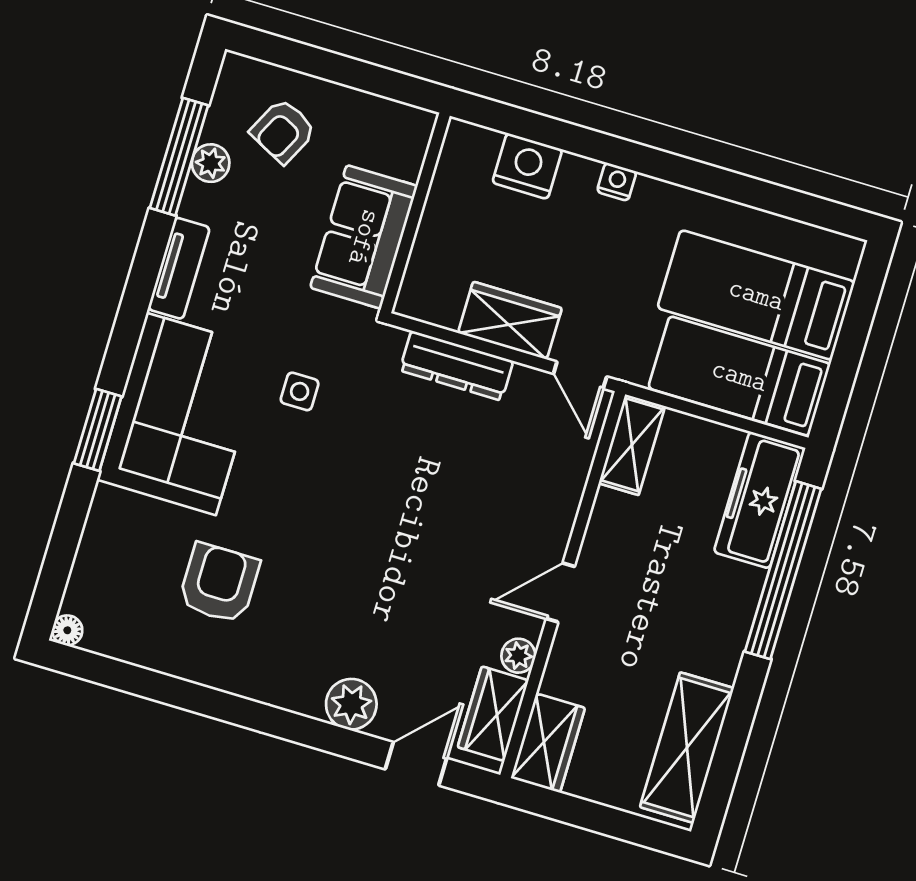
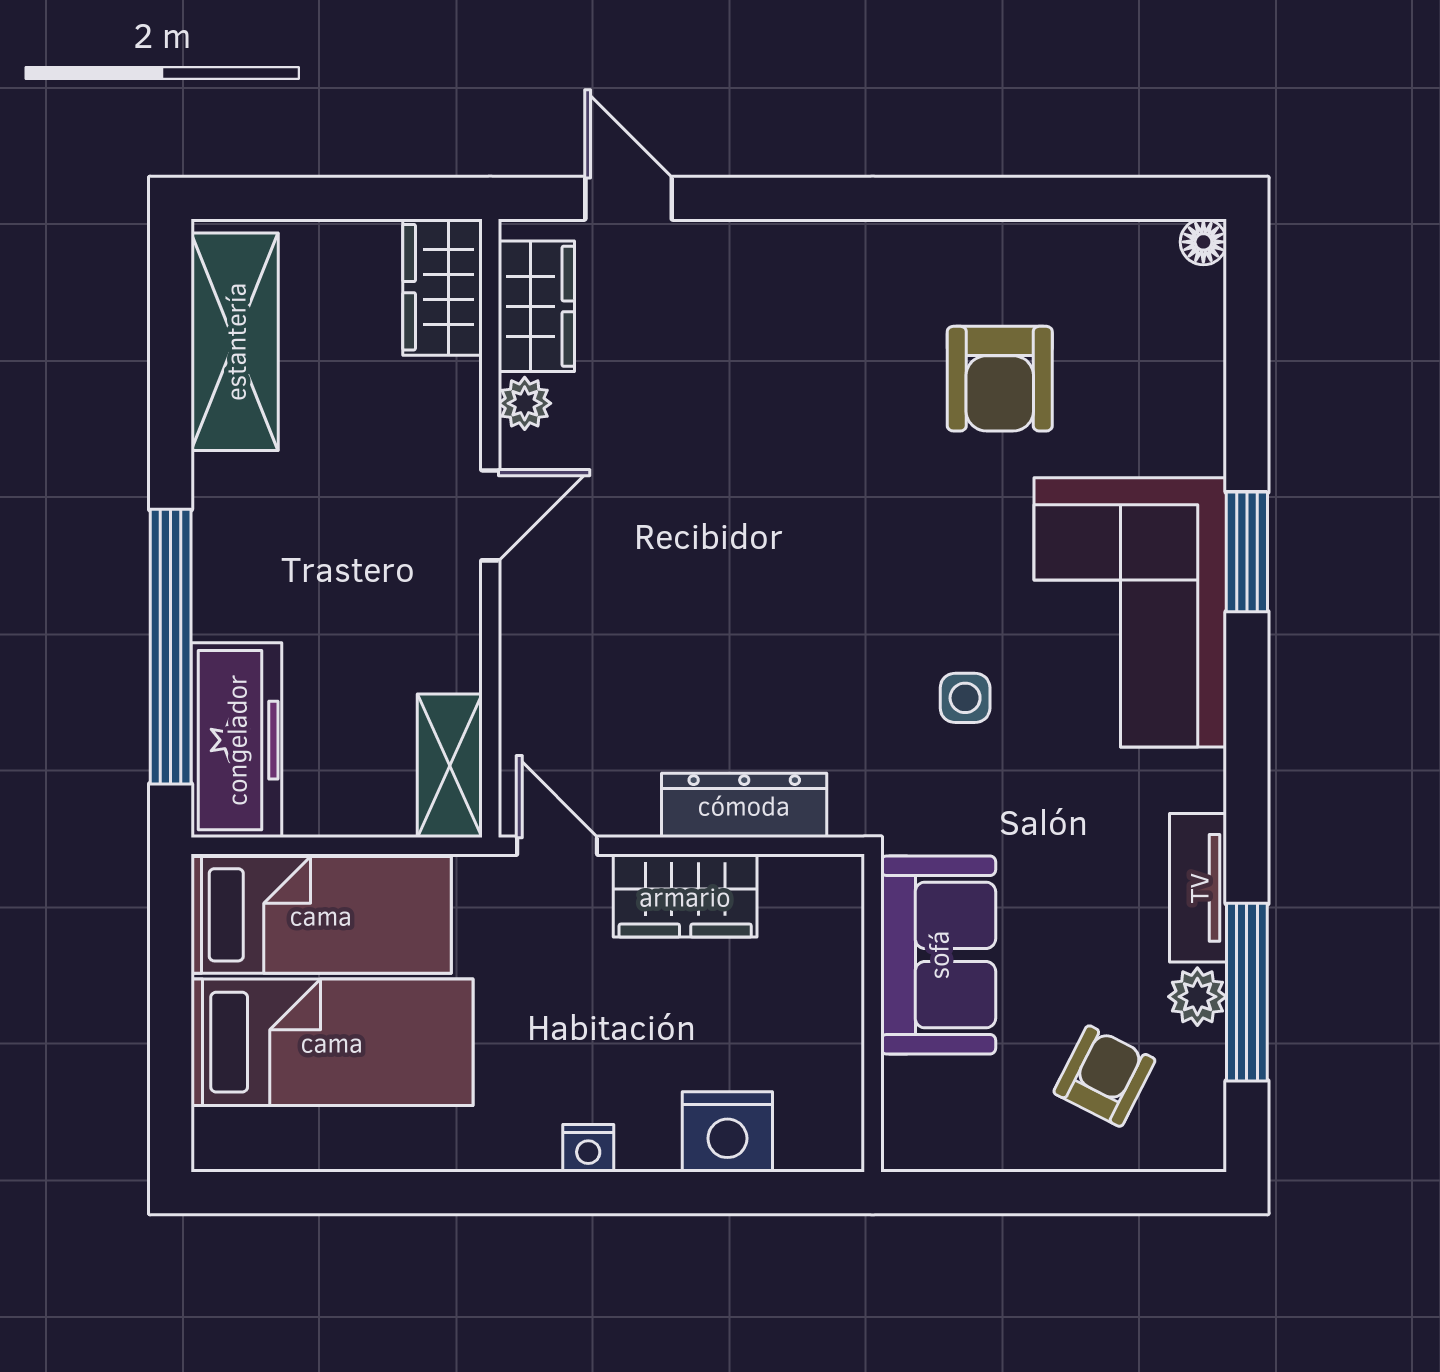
tv unit: (179, 268) -> (1198, 888), moved
plant: (351, 704) -> (751, 258), removed
door: (416, 764) -> (629, 198), swing flipped

